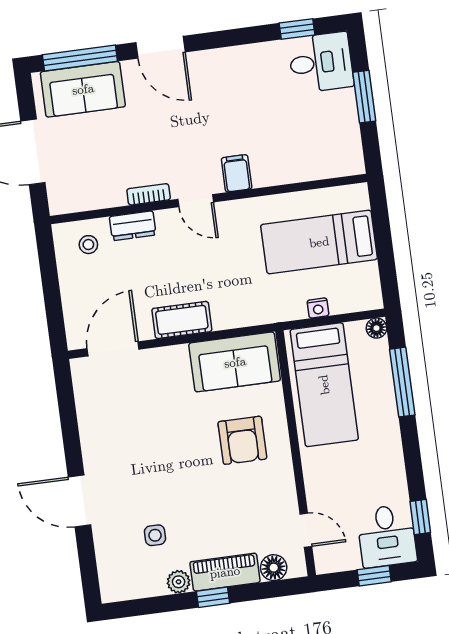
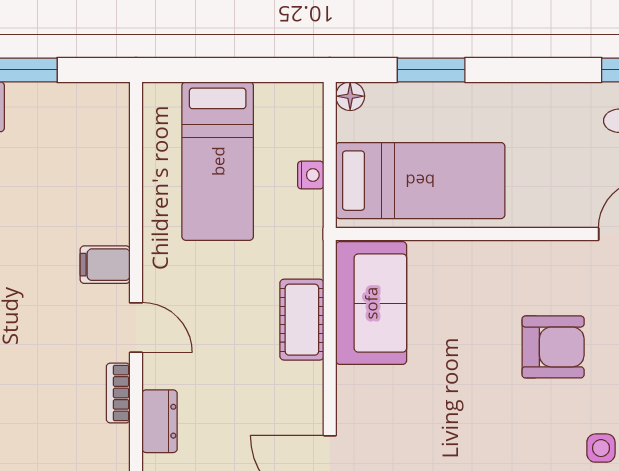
door: (196, 201) -> (136, 328), hinge flipped
cot: (182, 320) -> (302, 320), moved
window: (402, 382) -> (431, 70), width x0.69
armchair: (242, 440) -> (553, 347), moved

